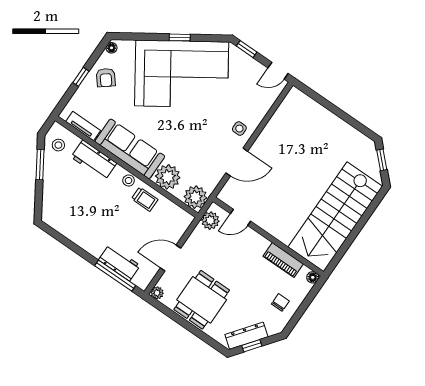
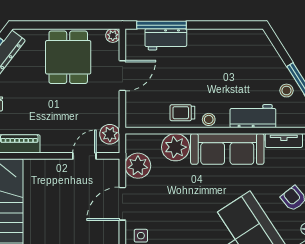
stool: (58, 145) -> (286, 91), moved
plant: (195, 197) -> (138, 166), moved

